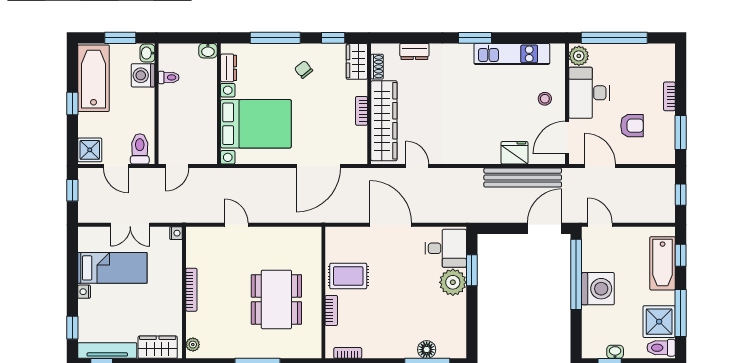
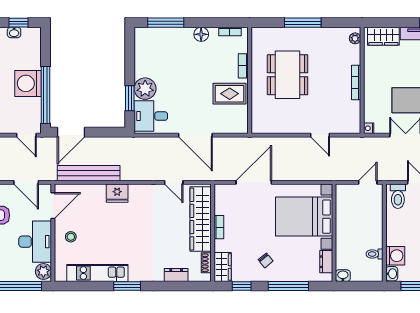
fridge: (514, 153) -> (117, 193), moved
floor lamp: (427, 350) -> (201, 34), moved

